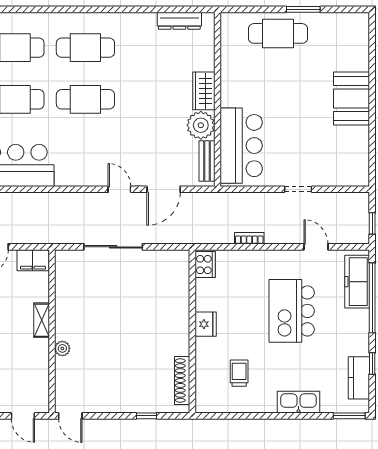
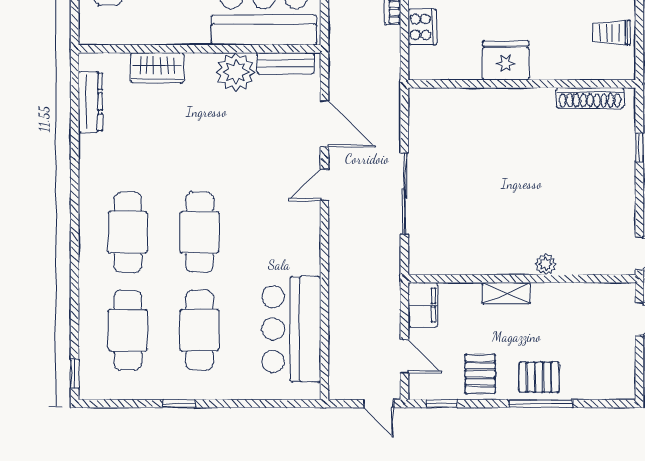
wardrobe: (204, 91) -> (157, 68), moved
cooker: (205, 265) -> (422, 27), moved, turned 90
fridge: (206, 324) -> (506, 60), width x1.36, depth x1.34
trolley: (239, 373) -> (612, 33), moved

